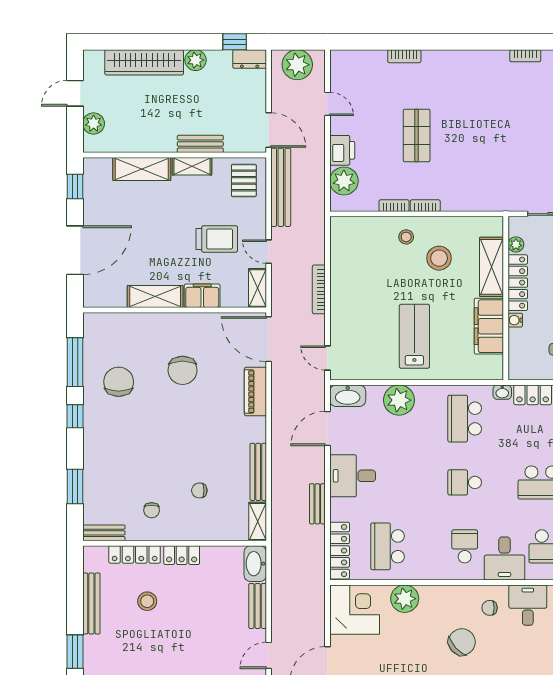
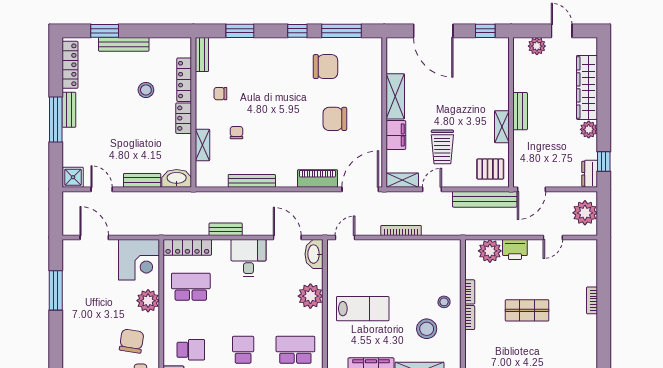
bench: (200, 144) -> (520, 111), moved
shelving: (142, 169) -> (500, 86), removed
shelving: (258, 521) -> (202, 145), moved, turned 90
bench: (91, 604) -> (124, 44), moved
chair: (462, 642) -> (132, 341), moved, turned -129

